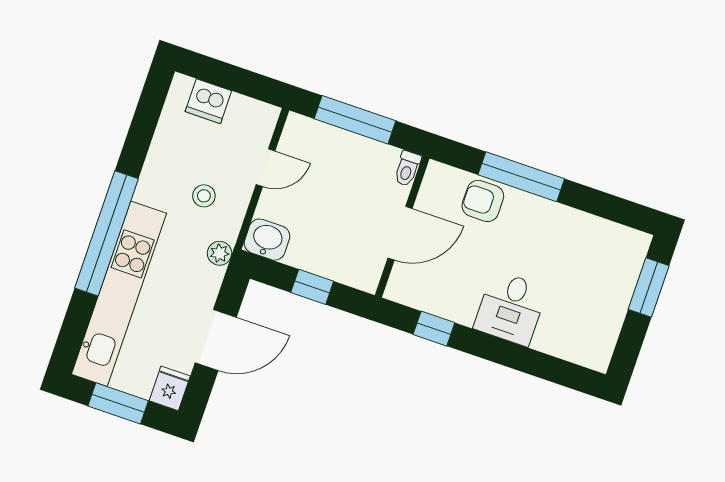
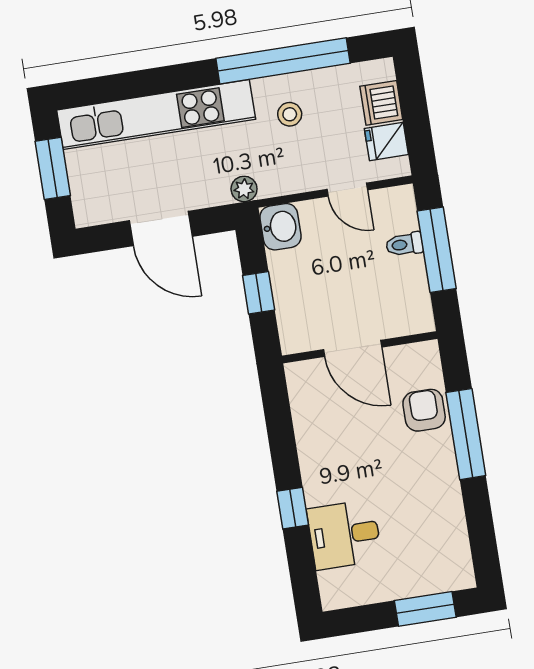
toilet: (407, 169) -> (404, 244), moved
stool: (204, 196) -> (290, 114), moved
window: (106, 233) -> (283, 61), moved
desk: (511, 308) -> (344, 535), moved
window: (434, 329) -> (293, 508), moved
fridge: (170, 388) -> (386, 141), moved, turned 180

